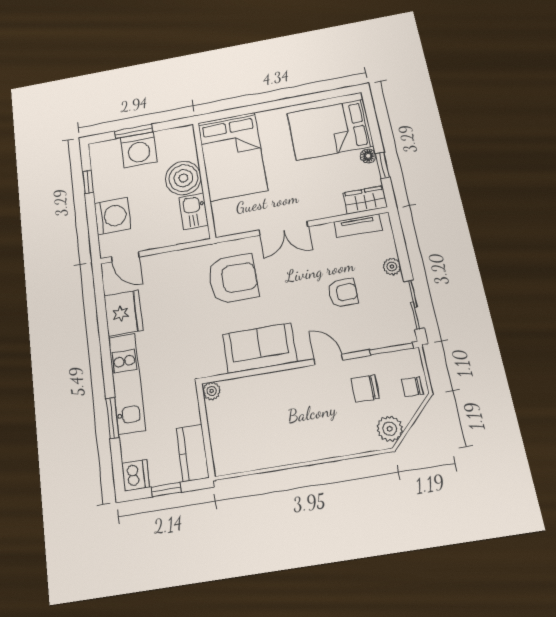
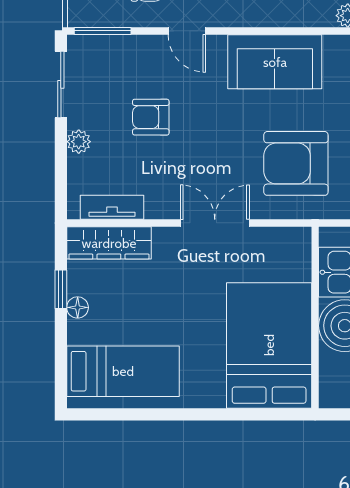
bed: (330, 130) -> (123, 371), width x0.67
wardrobe: (365, 200) -> (109, 243), width x1.50

